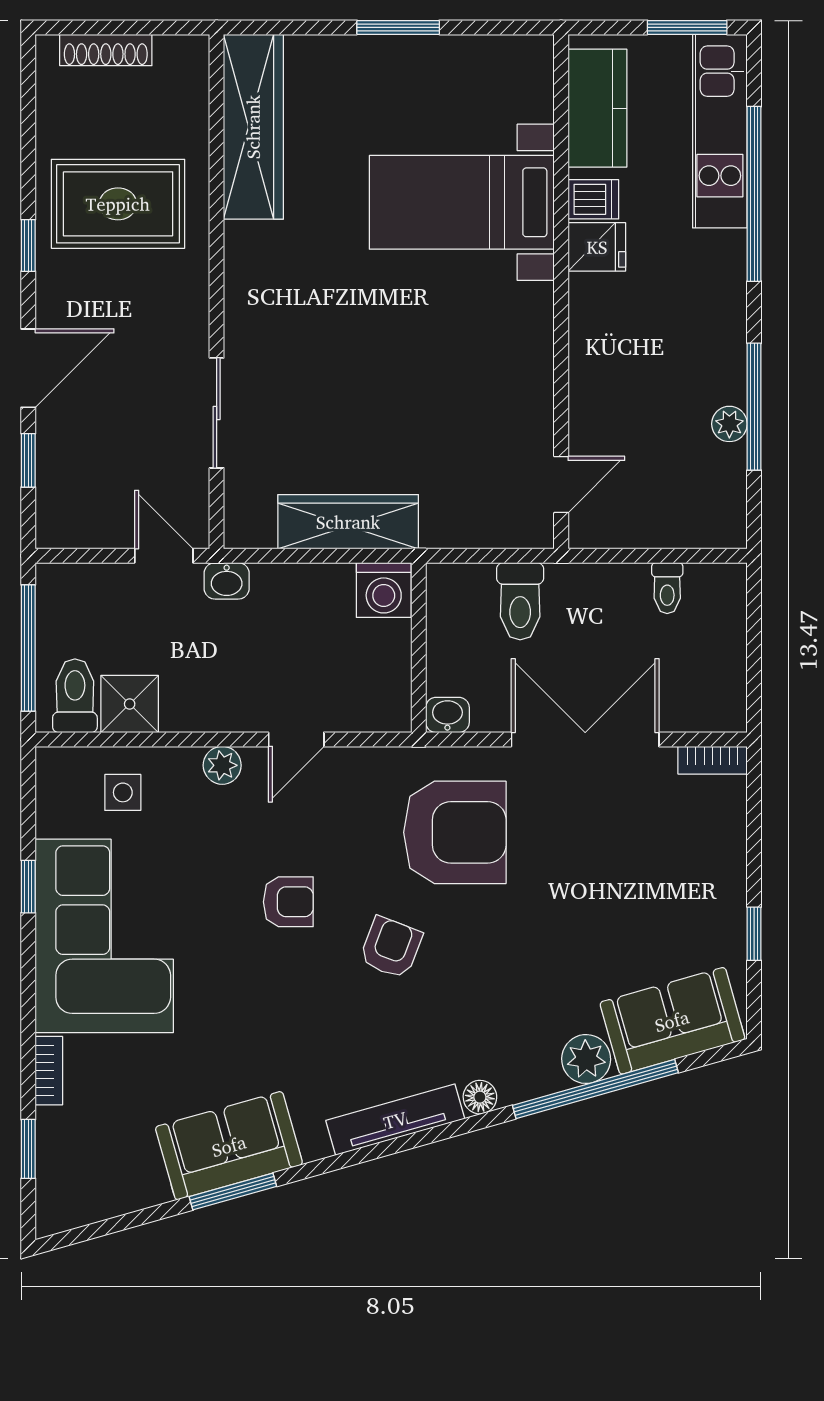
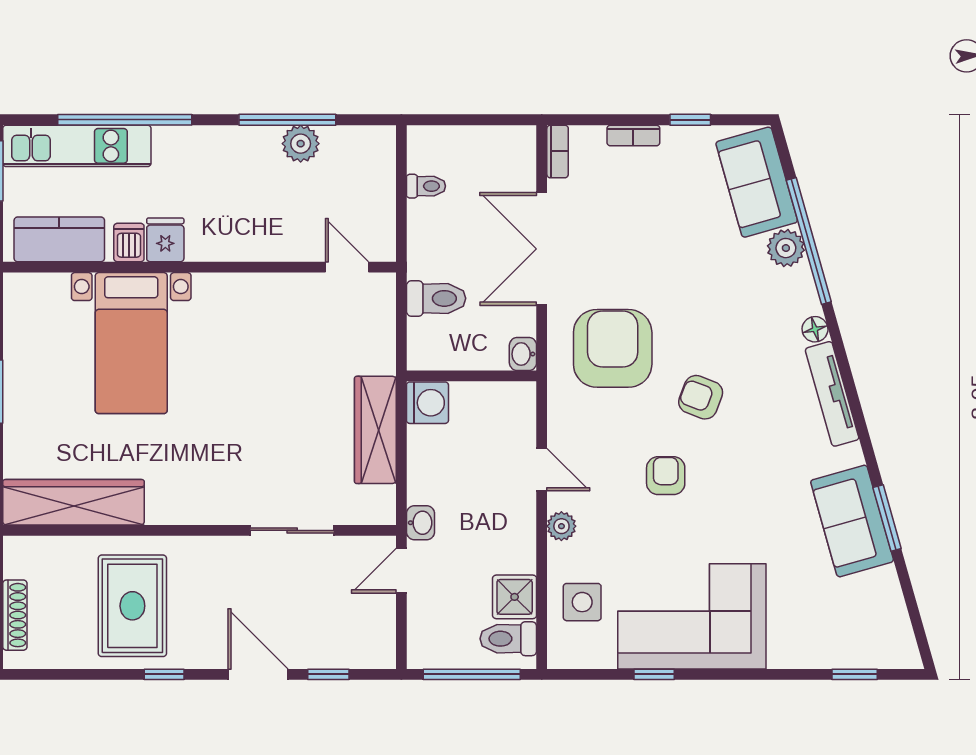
plant: (729, 424) -> (301, 144), width x1.38, depth x1.38
side table: (123, 792) -> (582, 602), width x1.37, depth x1.37
bookcase: (49, 1071) -> (633, 135), moved, turned 180

